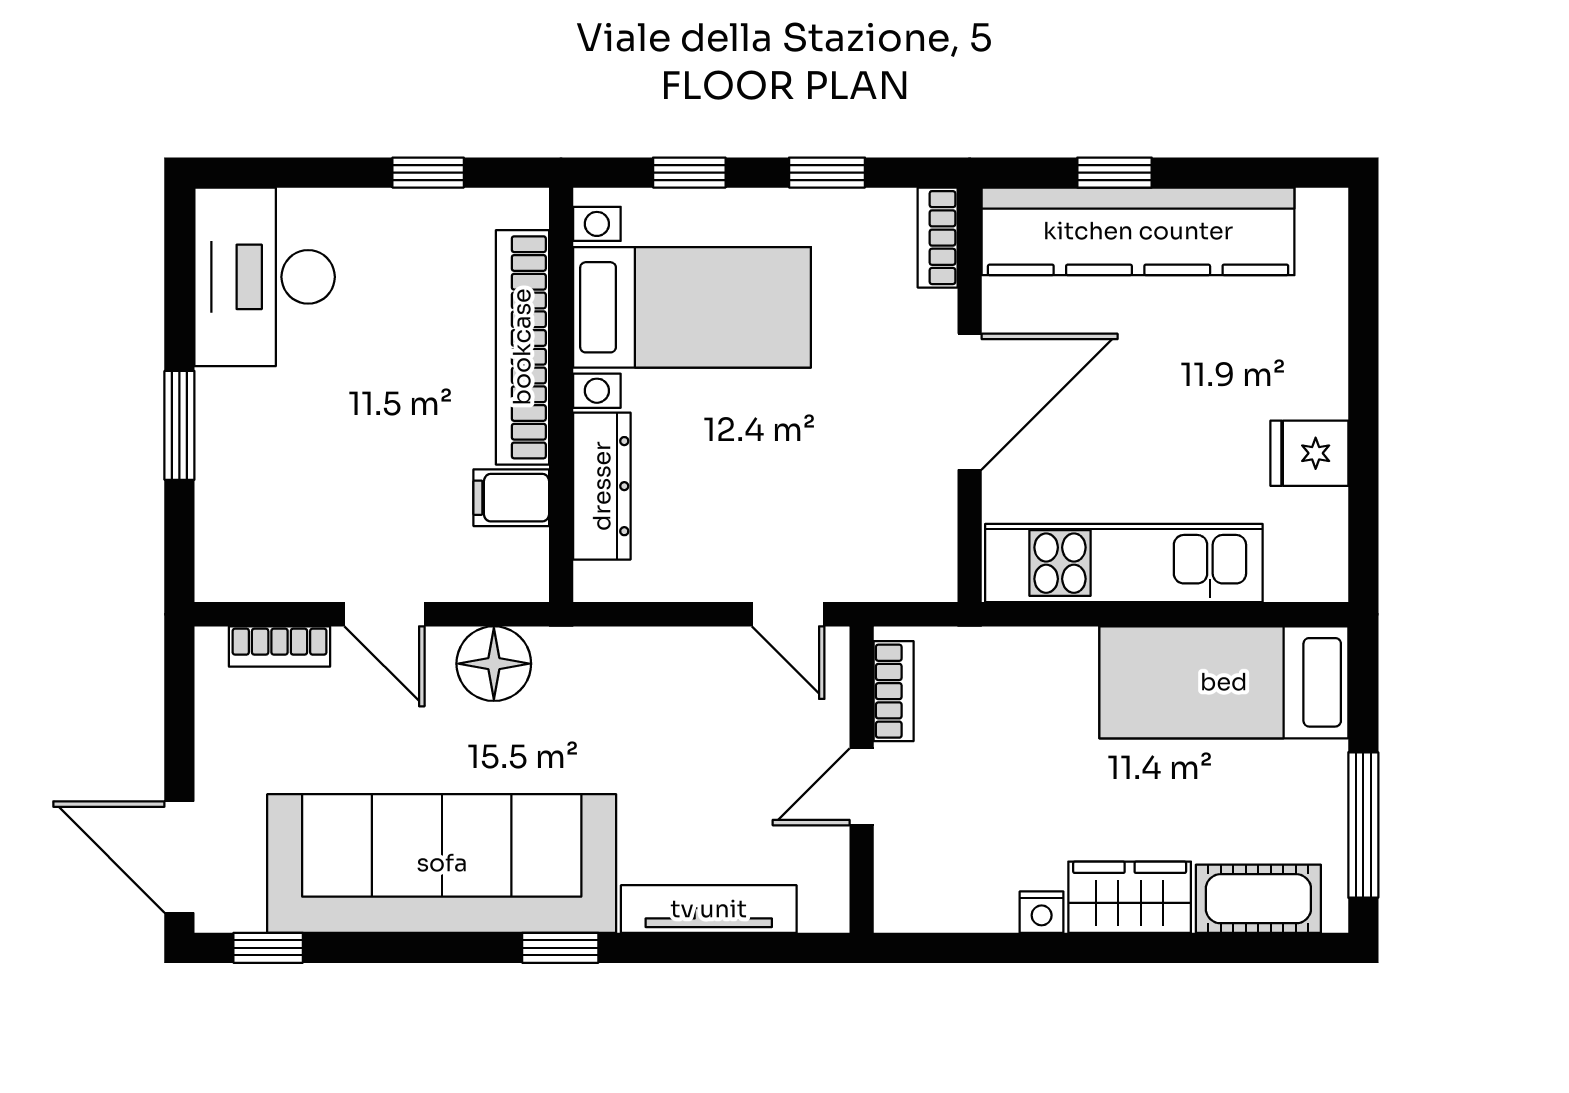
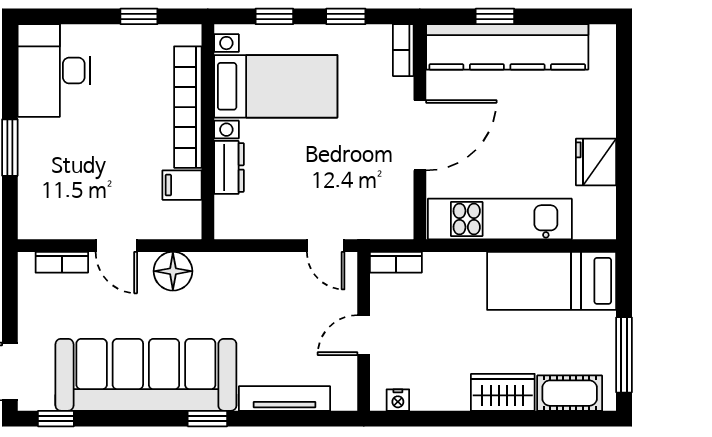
fridge: (1309, 453) -> (596, 162), width x1.38
dresser: (602, 486) -> (229, 167), width x0.70
bookcase: (894, 691) -> (396, 262), moved, turned 90
nightstand: (1042, 912) -> (398, 400), moved

